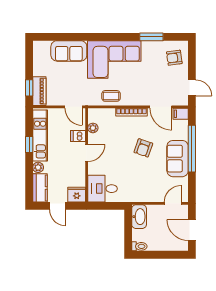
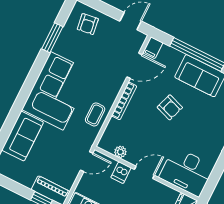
door: (87, 153) -> (144, 172), hinge flipped
desk: (103, 189) -> (187, 172), width x1.37

